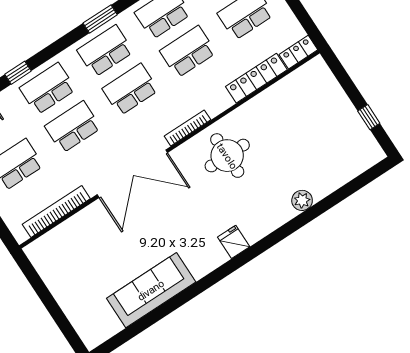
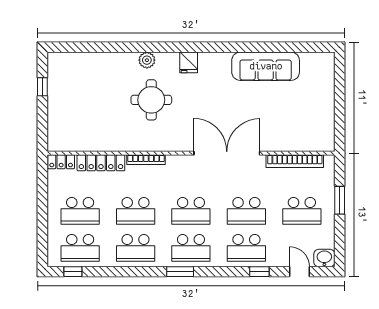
bookcase: (187, 128) -> (146, 160), moved
round table: (227, 156) -> (151, 100), moved
plant: (302, 200) -> (147, 60), moved

